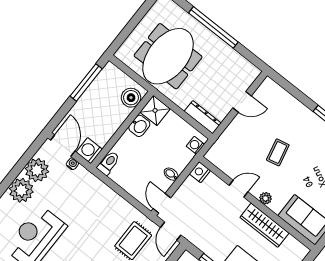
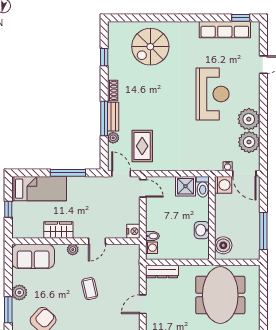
shower: (155, 110) -> (185, 186), moved
bidet: (171, 174) -> (152, 236), moved
wardrobe: (264, 225) -> (58, 230), width x0.67

